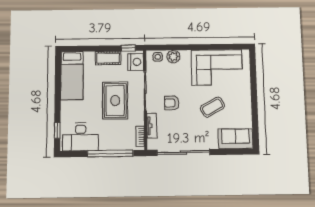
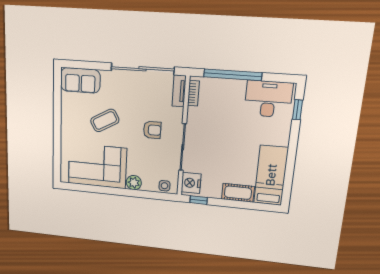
plant: (173, 57) -> (134, 183), moved
cot: (108, 58) -> (238, 193), moved
rug: (115, 100) -> (220, 140), removed
tv unit: (152, 126) -> (179, 91), moved

